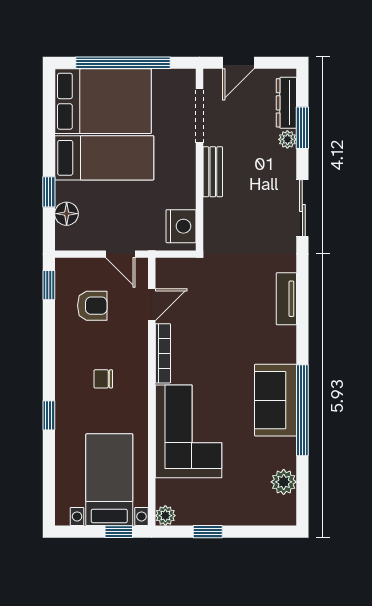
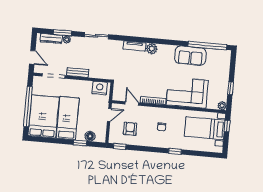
sofa: (276, 400) -> (190, 56), moved
window: (302, 410) -> (207, 46), moved
plant: (284, 482) -> (152, 49), moved

